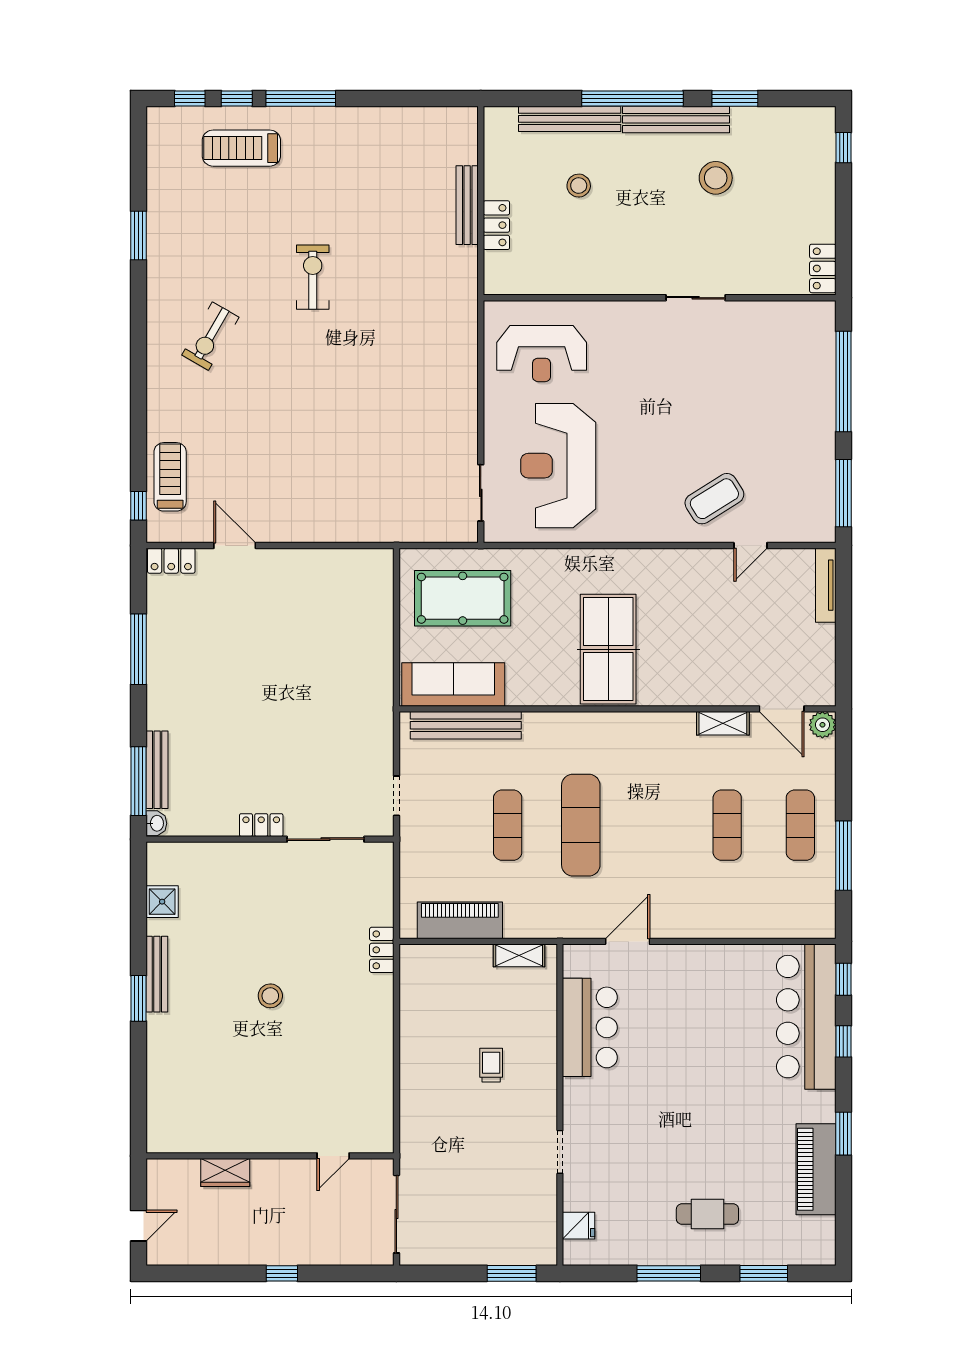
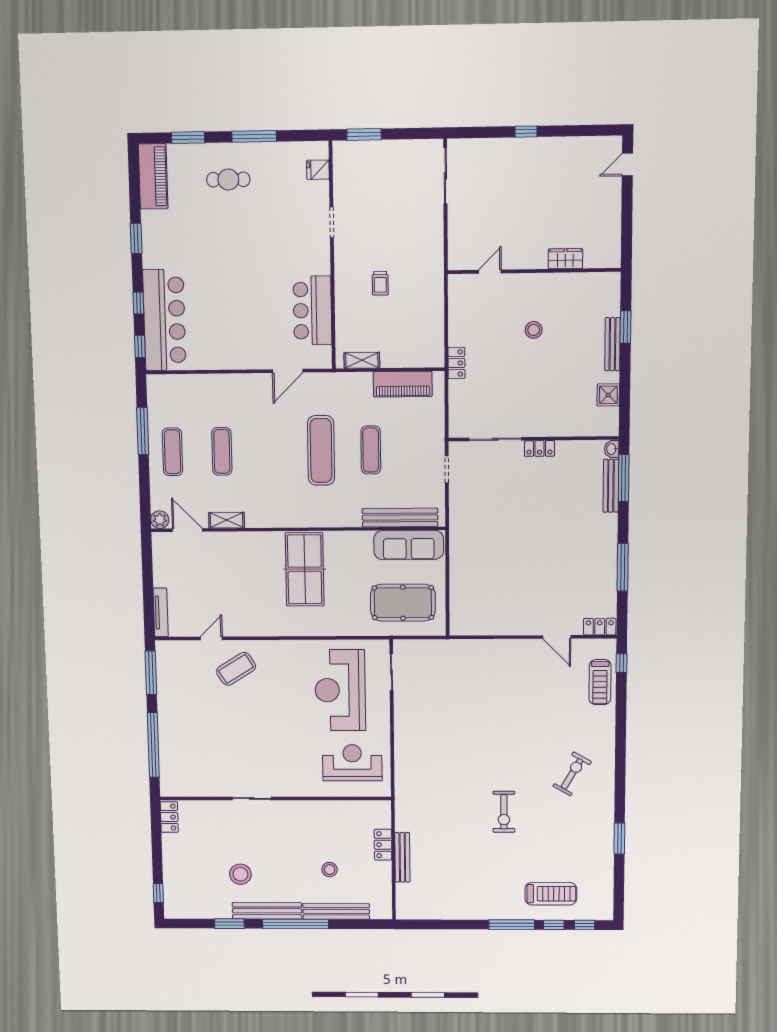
reception desk: (558, 466) -> (340, 690), turned 180
wall: (270, 1156) -> (534, 271), moved
door: (333, 1156) -> (490, 272), moved
piano: (816, 1169) -> (153, 176), moved
wardrobe: (225, 1173) -> (565, 259), moved

